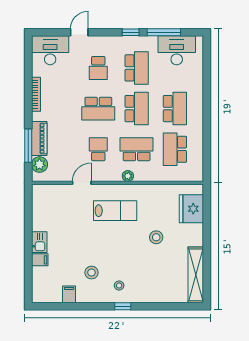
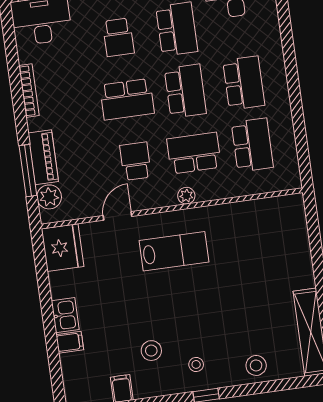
school desk: (175, 149) -> (252, 145), turned 180
fridge: (191, 209) -> (63, 248), moved, turned 180
stool: (156, 237) -> (256, 365), moved

